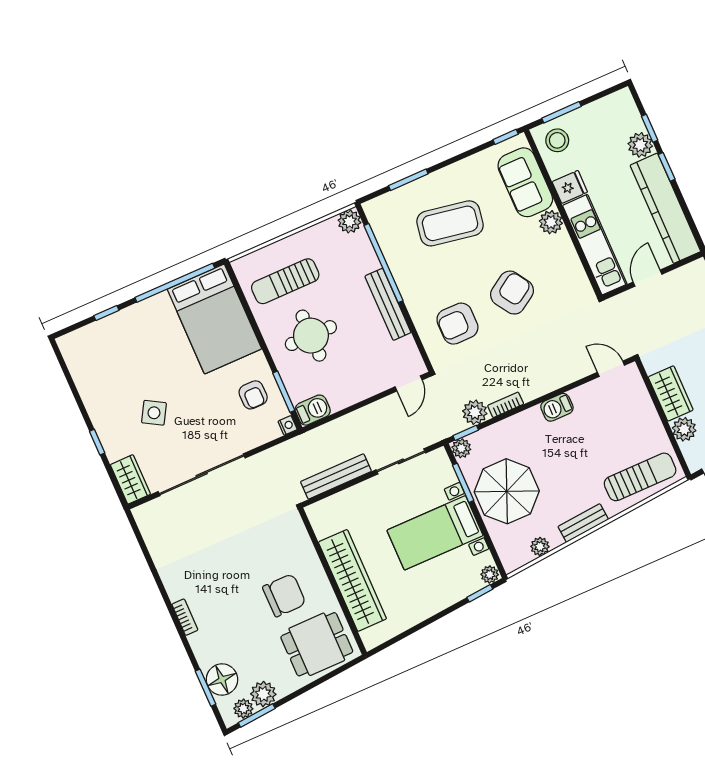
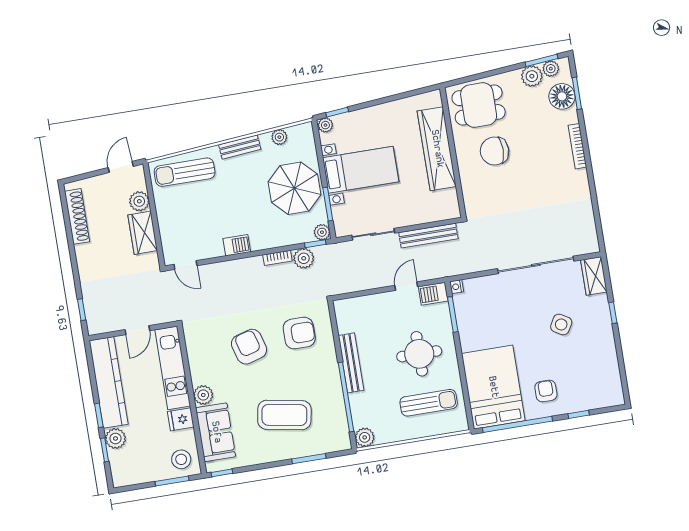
armchair: (512, 293) -> (249, 347), turned 107
door: (409, 383) -> (406, 286), moved
armchair: (253, 395) -> (546, 391), moved
bookcase: (185, 617) -> (577, 146), width x1.56

